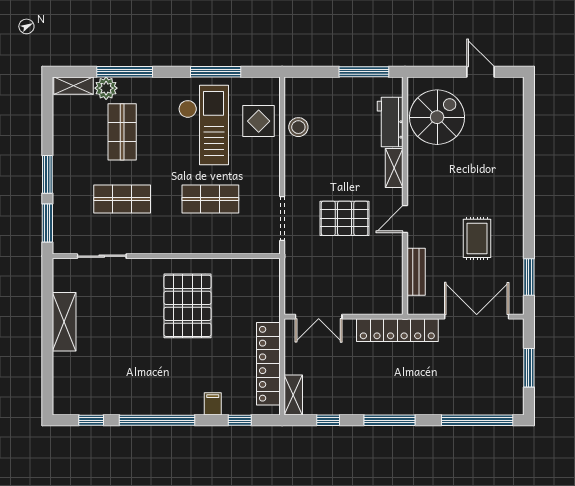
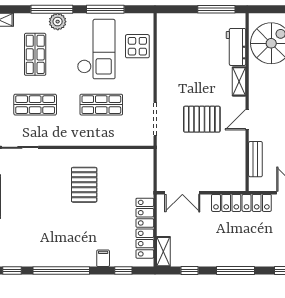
window: (125, 72) -> (52, 9), moved
plant: (106, 88) -> (58, 22), moved
stool: (298, 127) -> (167, 51), removed
pallet: (188, 306) -> (84, 185), width x0.73, depth x0.71

